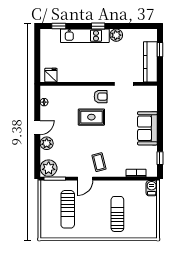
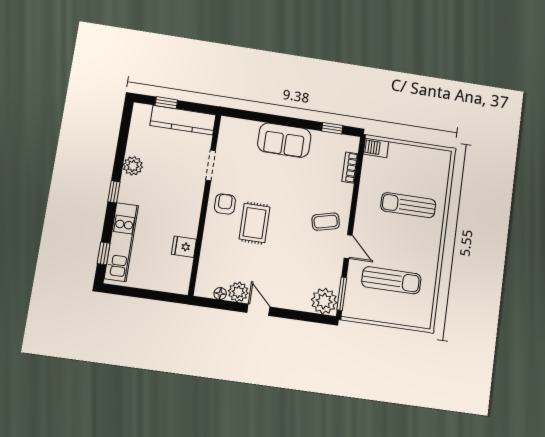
kitchen unit: (85, 36) -> (121, 242), moved
fridge: (51, 75) -> (184, 247), moved
plant: (47, 143) -> (238, 292), moved

